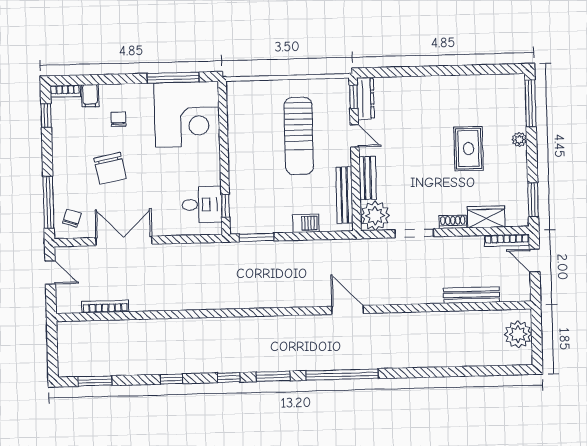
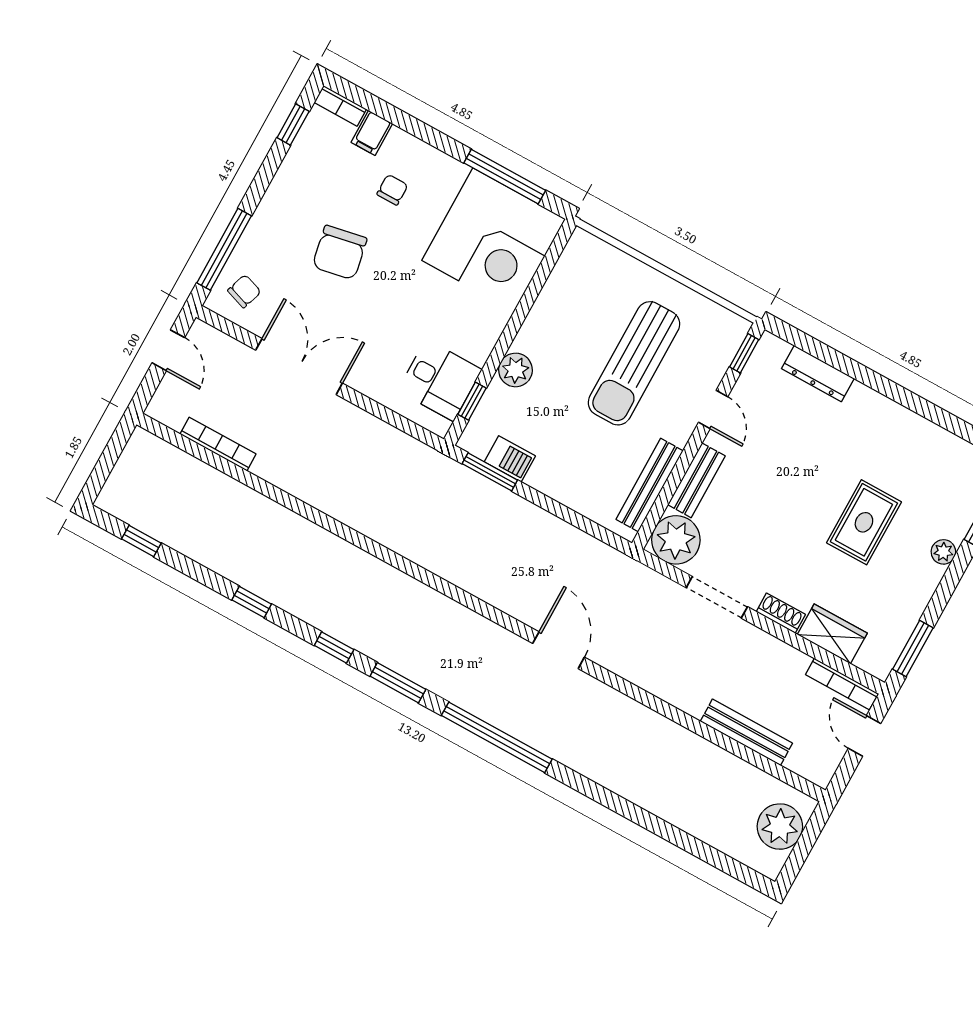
dresser: (365, 99) -> (818, 374), moved, turned 90
plant: (239, 176) -> (515, 370), added
barbecue: (306, 223) -> (510, 459), moved
window: (95, 381) -> (141, 541), width x0.67

